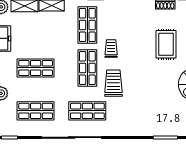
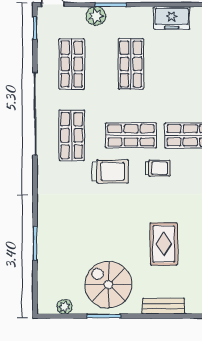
rug: (166, 44) -> (164, 244), turned 90

